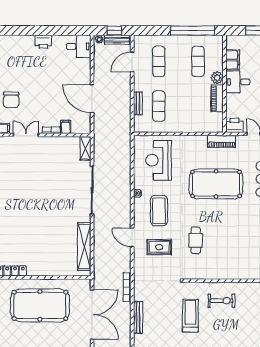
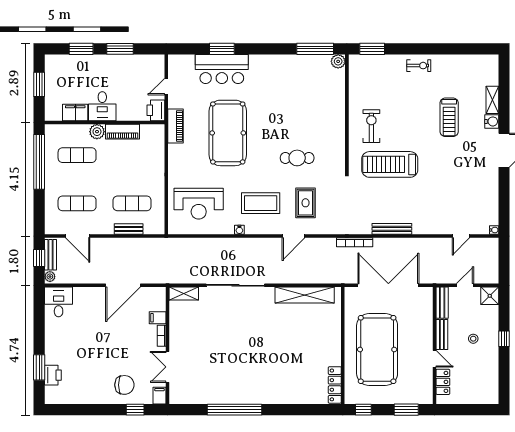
window: (25, 31) -> (39, 367), added
printer: (43, 42) -> (53, 375), moved
treadmill: (190, 316) -> (390, 164), width x1.37, depth x1.38

